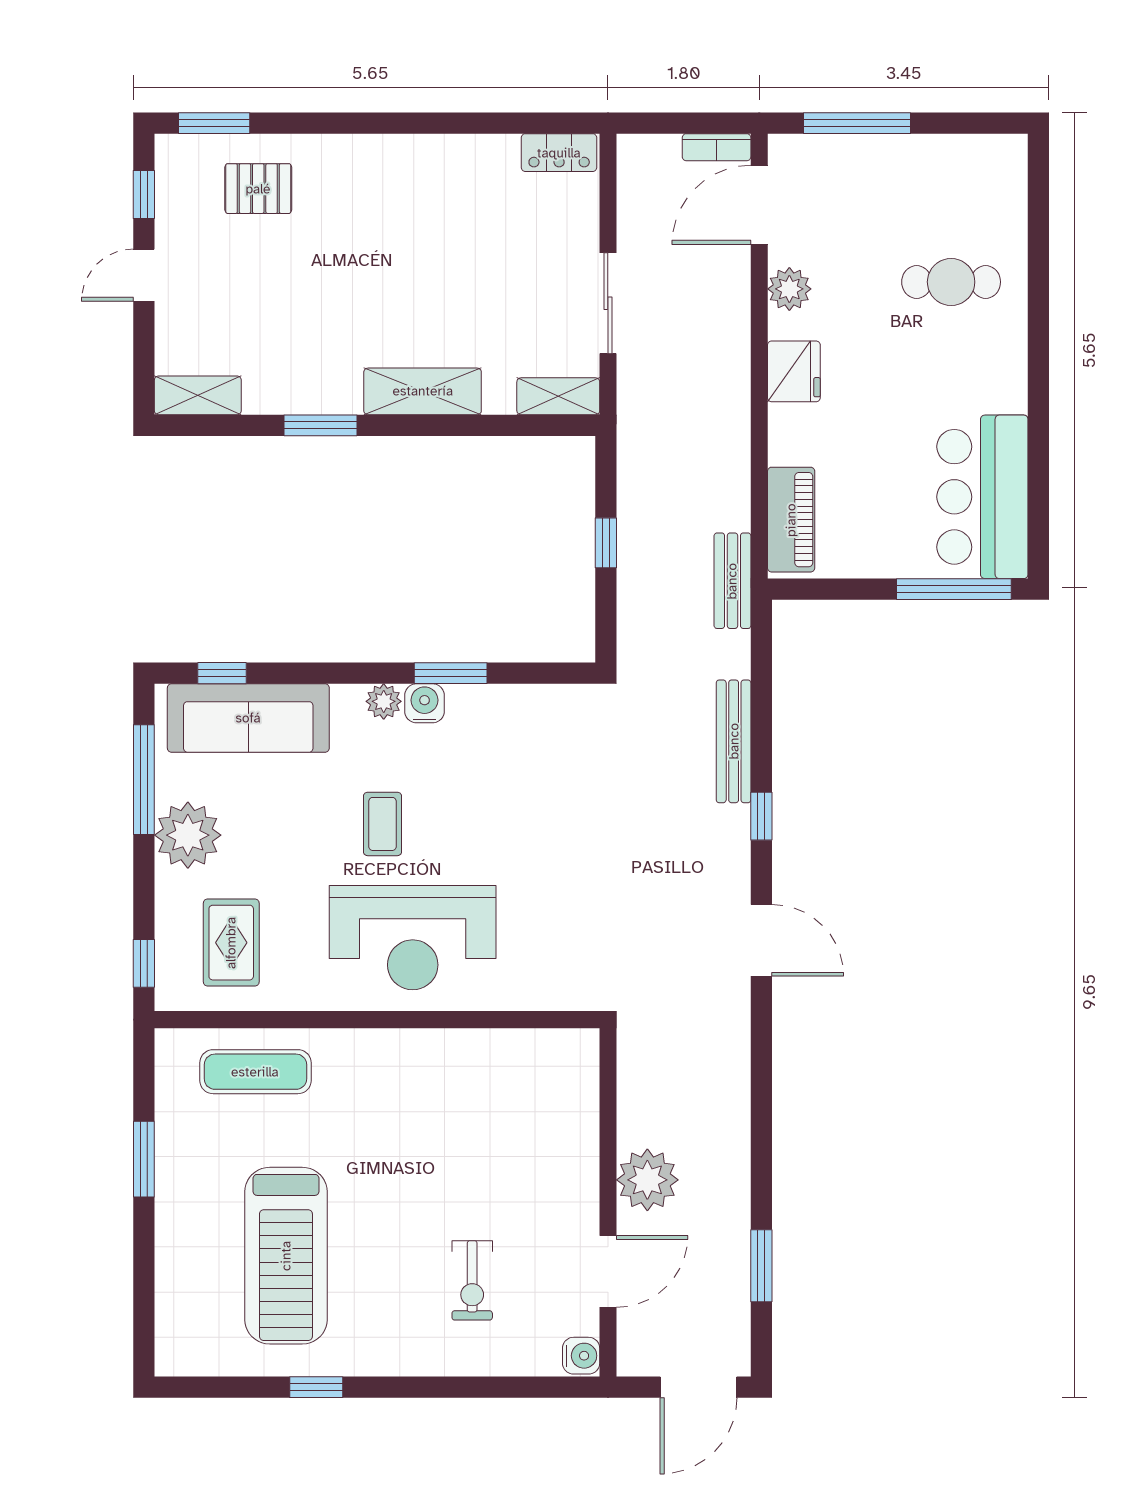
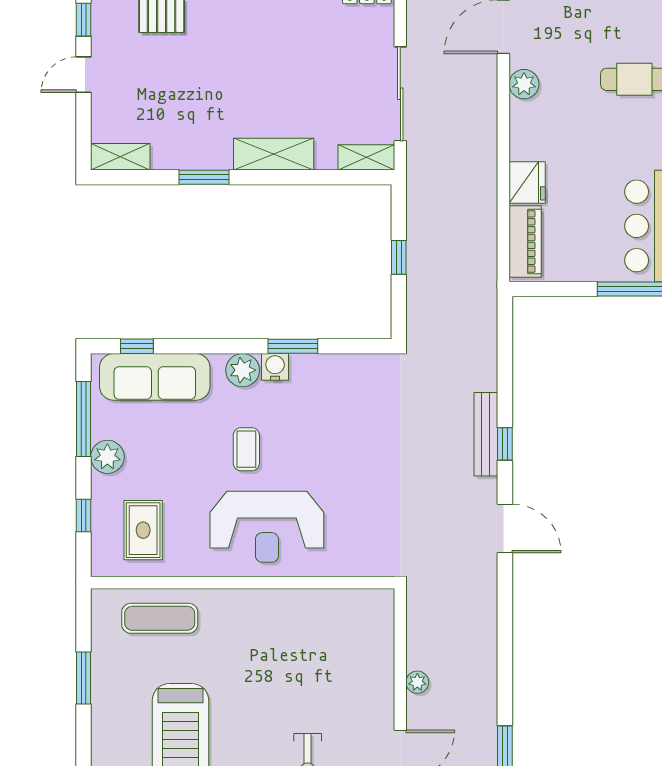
sliding door: (608, 303) -> (400, 94), width x1.37
fridge: (794, 371) -> (527, 183), moved
bench: (732, 581) -> (485, 283), removed
plant: (384, 701) -> (243, 370), width x1.38, depth x1.38
bench: (734, 741) -> (486, 434), moved
plant: (188, 835) -> (107, 457), width x0.73, depth x0.73
window: (144, 963) -> (84, 516), moved
plant: (647, 1180) -> (417, 682), width x0.53, depth x0.53

